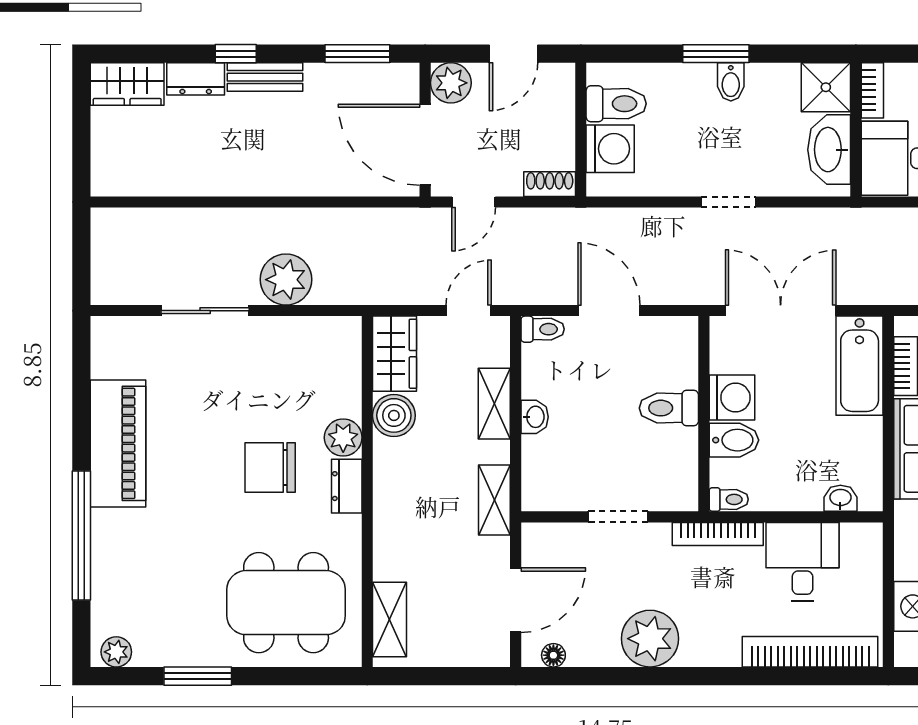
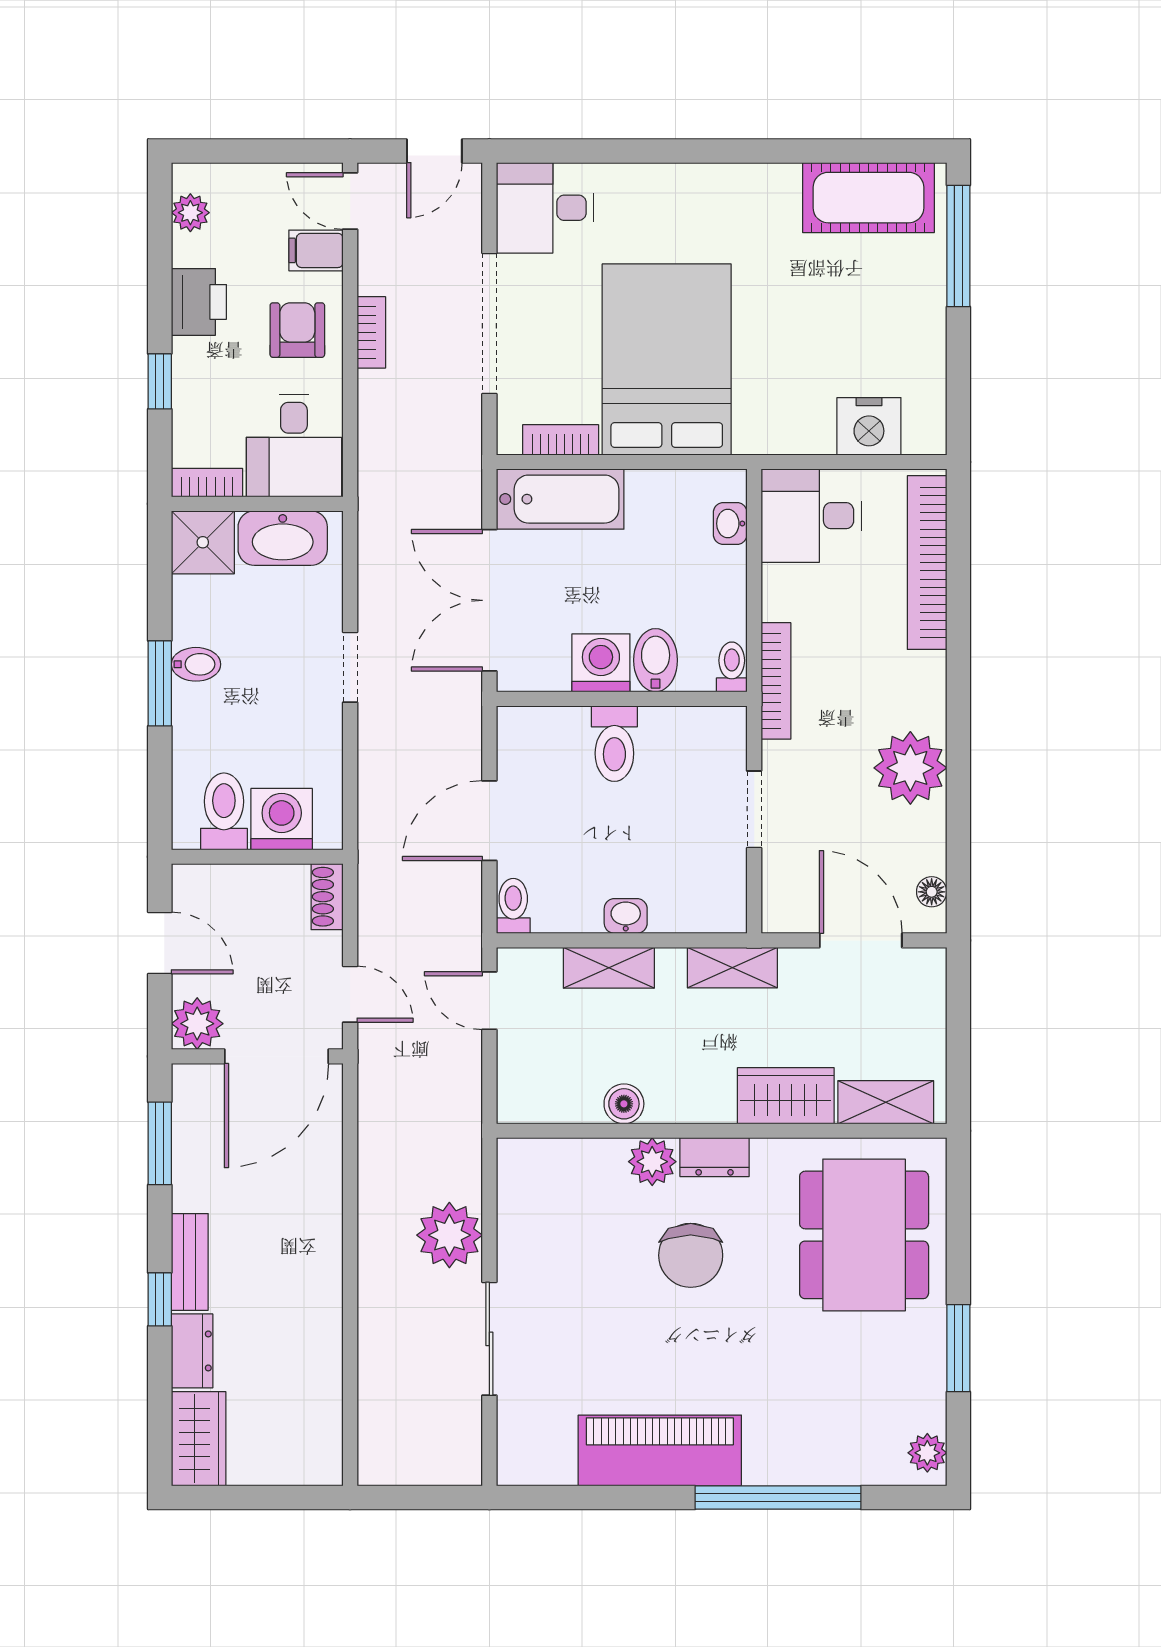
wardrobe: (395, 354) -> (786, 1096), moved
boiler: (394, 415) -> (624, 1104), width x0.73, depth x0.73
desk: (802, 561) -> (811, 516), moved

